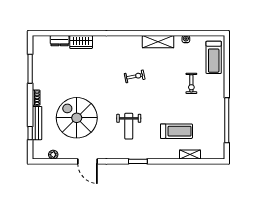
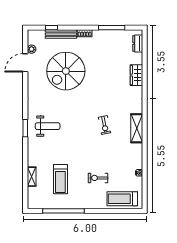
dresser: (60, 41) -> (138, 43), moved
shelving: (158, 42) -> (137, 128), moved
spiral stairs: (77, 118) -> (66, 71), turned 180
weight bench: (129, 126) -> (48, 126), moved, turned 180
treadmill: (176, 131) -> (60, 179), moved
door: (88, 161) -> (25, 63), moved

